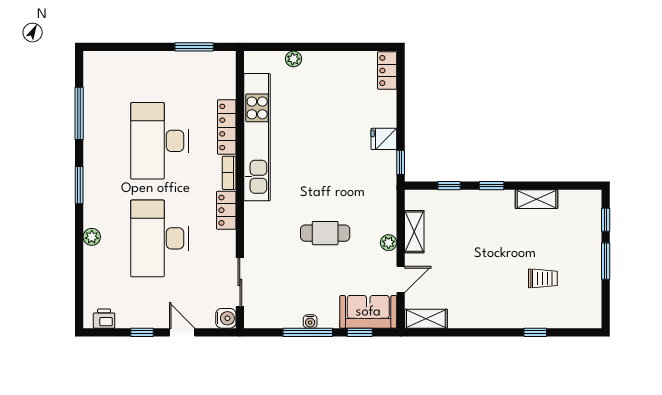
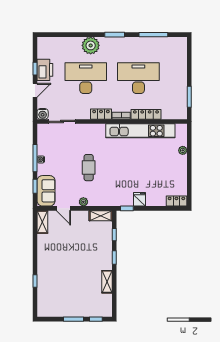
shelving: (414, 232) -> (101, 216), moved
plant: (92, 237) -> (91, 45), width x1.87, depth x1.87
trolley: (543, 278) -> (64, 285), removed
printer: (104, 319) -> (45, 70), moved, width x1.87, depth x1.48

